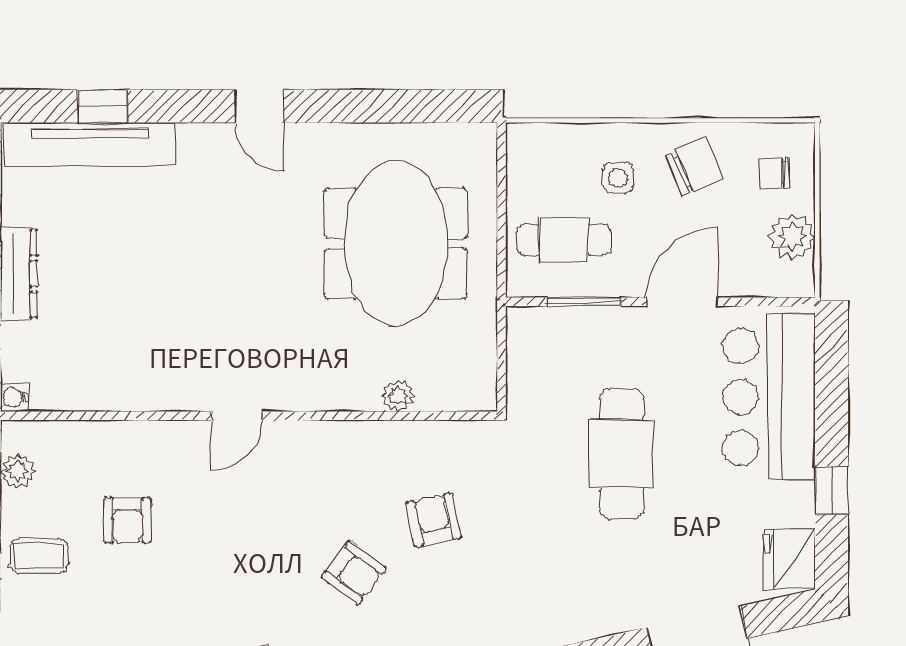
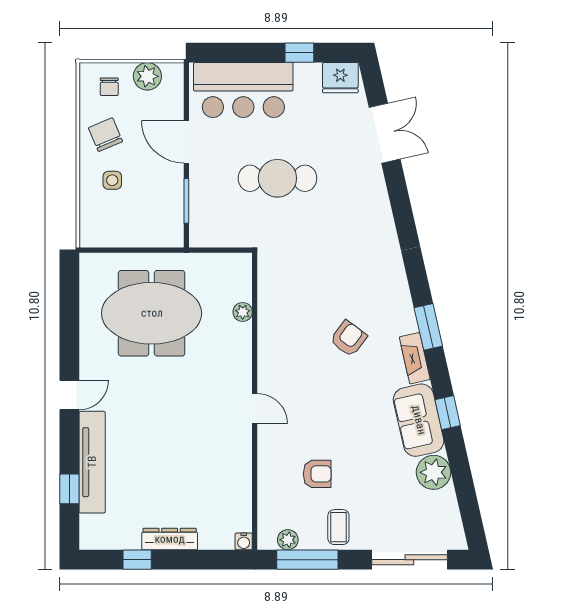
tv unit: (90, 144) -> (92, 462), moved
cafe table: (564, 240) -> (149, 213), removed
armchair: (433, 520) -> (317, 291), removed

